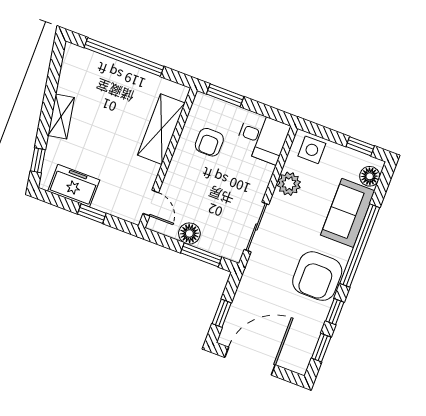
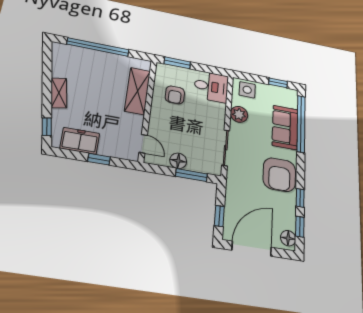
floor lamp: (370, 176) -> (288, 238), moved
window: (360, 246) -> (301, 124), moved

